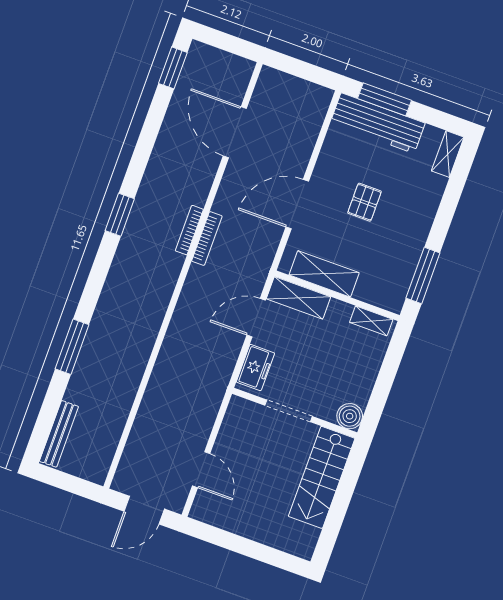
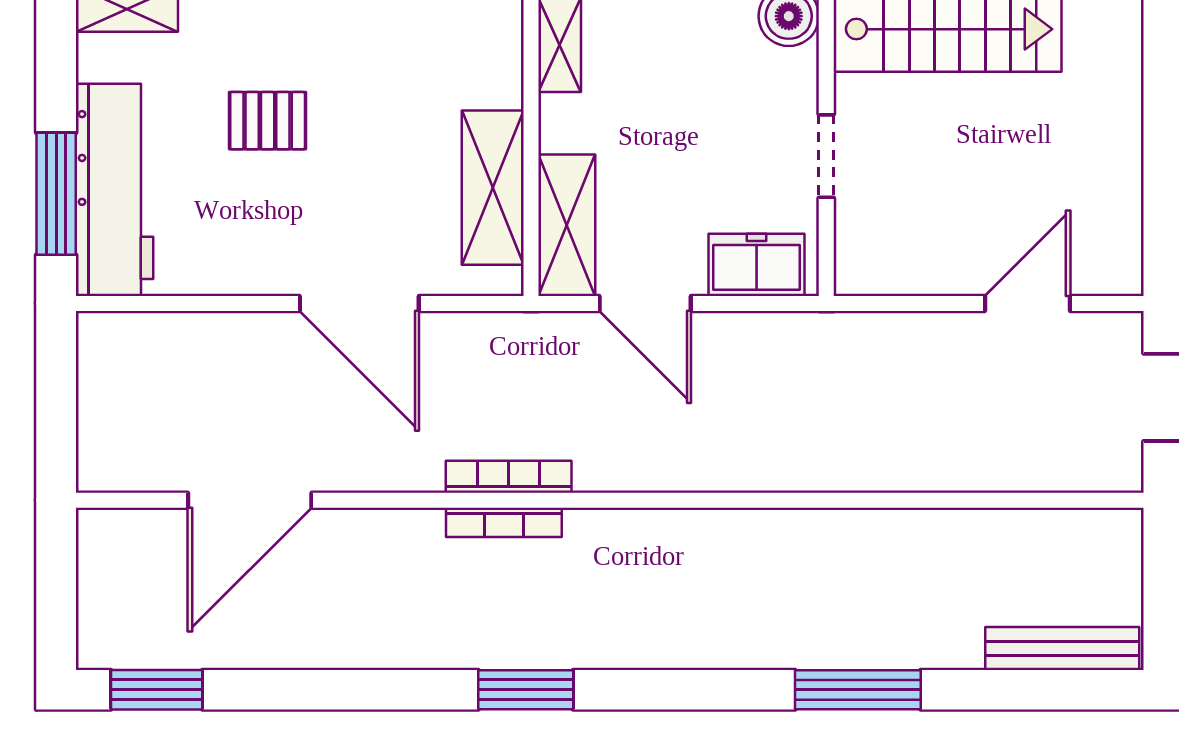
pallet: (364, 202) -> (268, 121), moved
doorway: (289, 411) -> (826, 156), width x0.73

